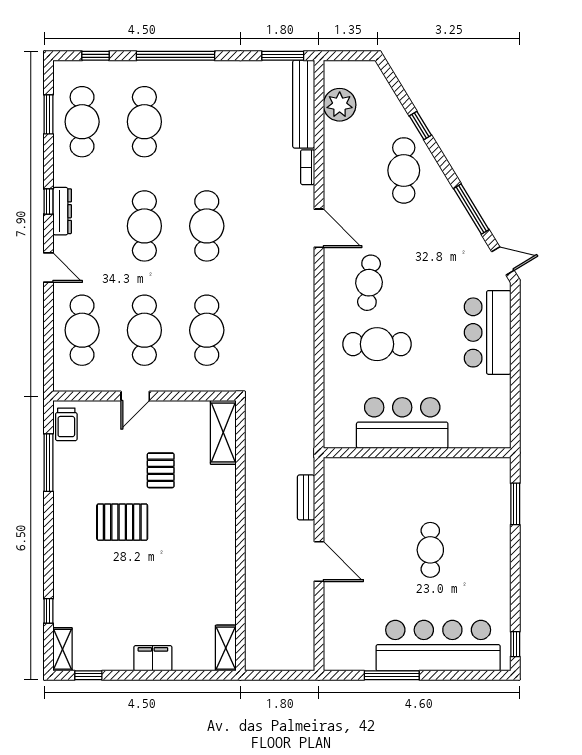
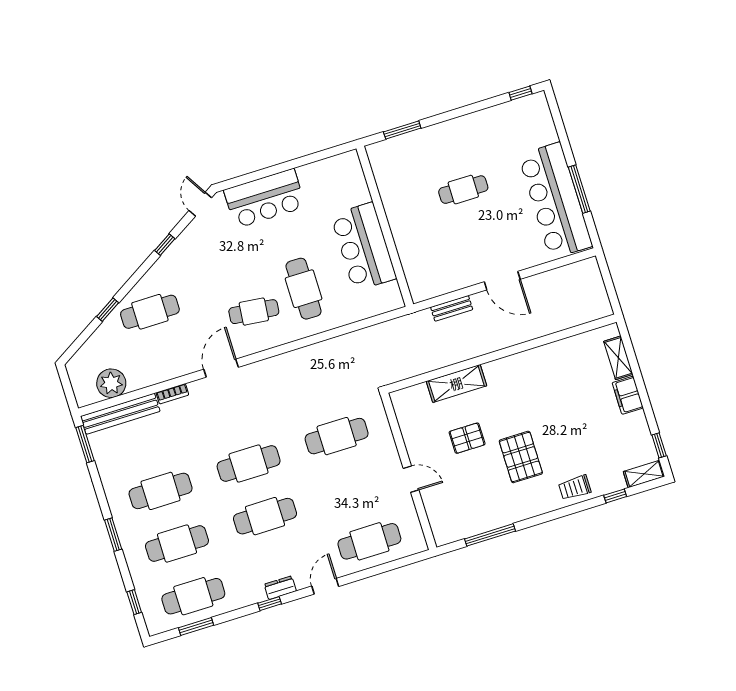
window: (176, 56) -> (113, 535), width x0.47
window: (471, 209) -> (165, 245), width x0.46
dresser: (62, 211) -> (280, 588), width x0.70
cafe table: (144, 330) -> (161, 491), moved
trolley: (66, 424) -> (575, 487), moved, turned 180
shelving: (223, 432) -> (456, 383), moved
door: (319, 561) -> (502, 281), swing flipped
bar counter: (438, 646) -> (555, 201), moved
shelving: (226, 648) -> (618, 358), moved, turned 90

